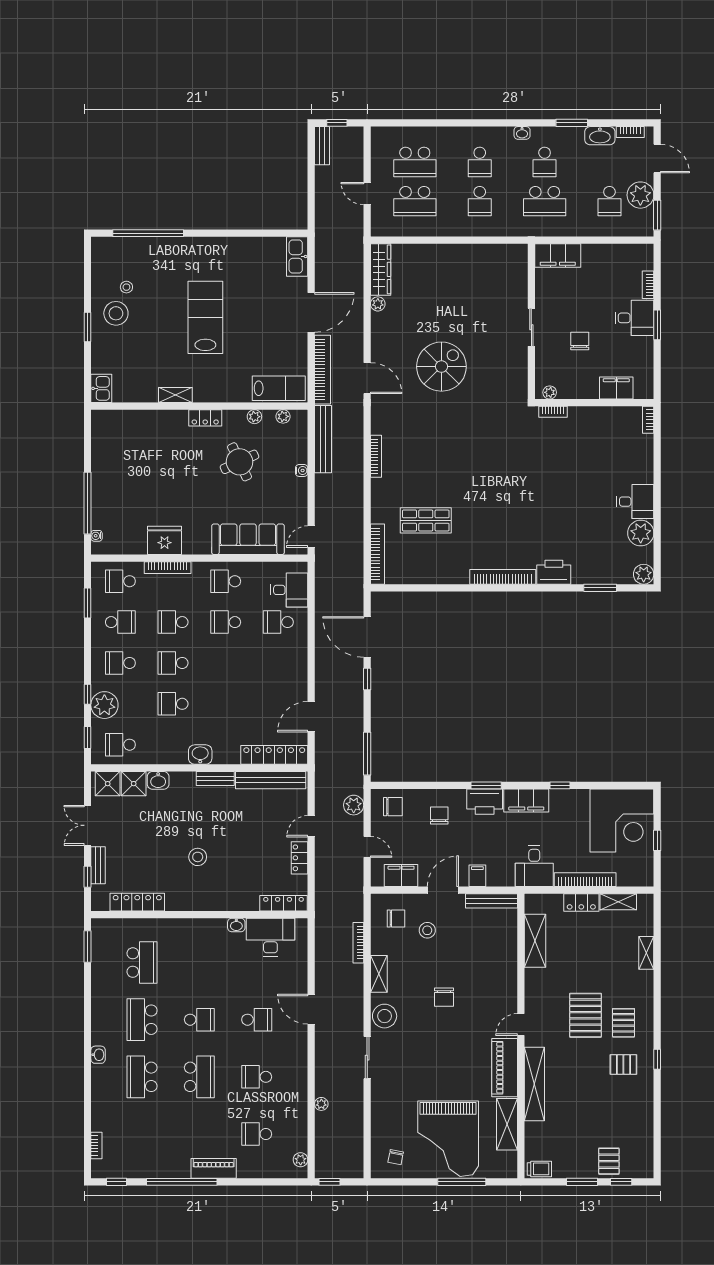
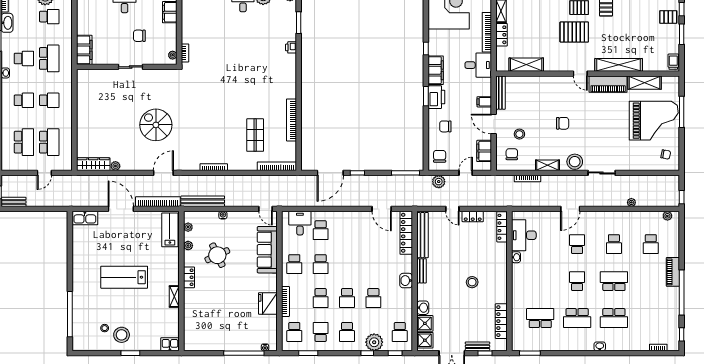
printer: (554, 572) -> (291, 47), width x0.53, depth x0.68
bookcase: (503, 577) -> (291, 120), moved

